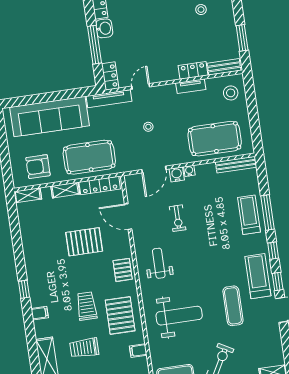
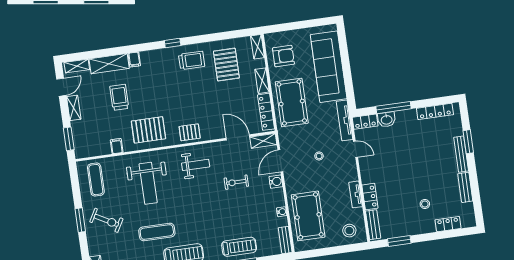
washbasin: (104, 28) -> (387, 119), moved
bench: (236, 165) -> (285, 240), width x0.73
armchair: (38, 167) -> (283, 56), turned 90
door: (154, 170) -> (280, 161), hinge flipped
water cooler: (189, 171) -> (282, 212), moved
shelving: (132, 188) -> (263, 141), added
door: (128, 217) -> (238, 137), hinge flipped
pallet: (84, 242) -> (226, 65), moved
trolley: (87, 306) -> (192, 60), moved
filing cabinet: (40, 313) -> (134, 60), moved

